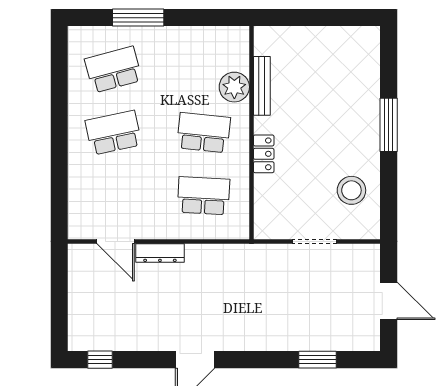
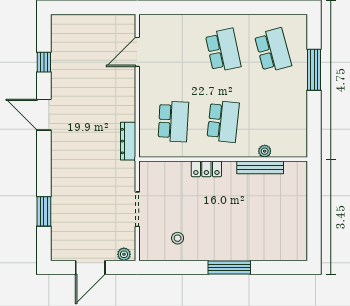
plant: (234, 87) -> (265, 151), width x0.53, depth x0.53
stool: (351, 190) -> (178, 238), width x0.53, depth x0.53
dresser: (160, 253) -> (128, 141), moved
plant: (372, 258) -> (124, 254), added
window: (100, 360) -> (44, 62), moved

